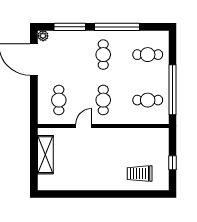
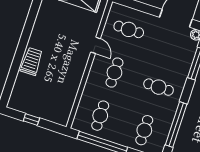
window: (117, 27) -> (176, 124), moved
cafe table: (103, 100) -> (114, 72), turned 90
trolley: (140, 174) -> (32, 61), moved

